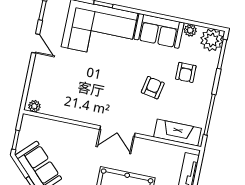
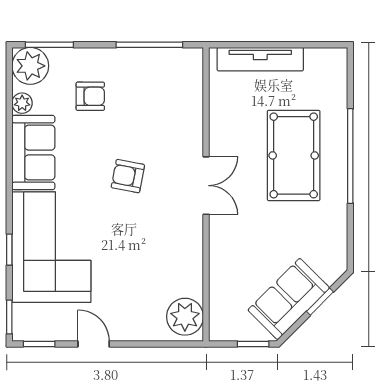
door: (36, 43) -> (94, 344), hinge flipped
armchair: (153, 88) -> (128, 176), moved
plant: (34, 106) -> (185, 317), width x1.88, depth x1.88
fireplace: (178, 133) -> (188, 90), removed

